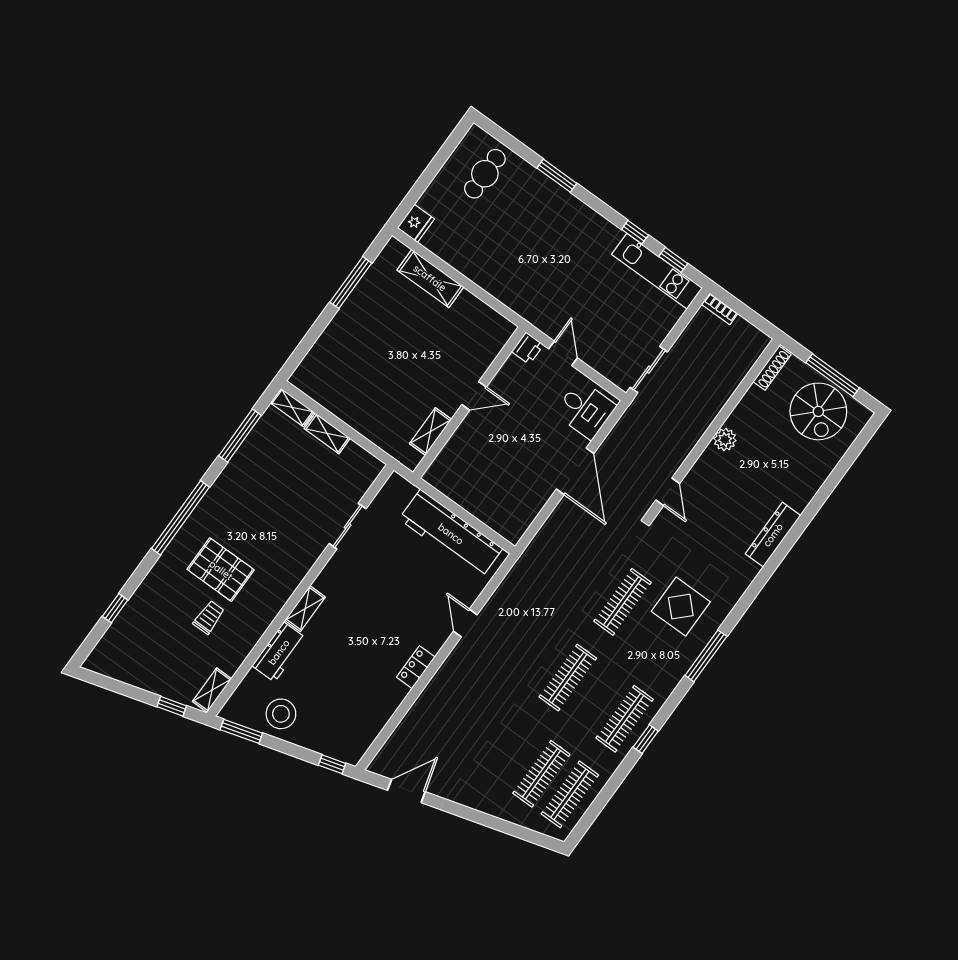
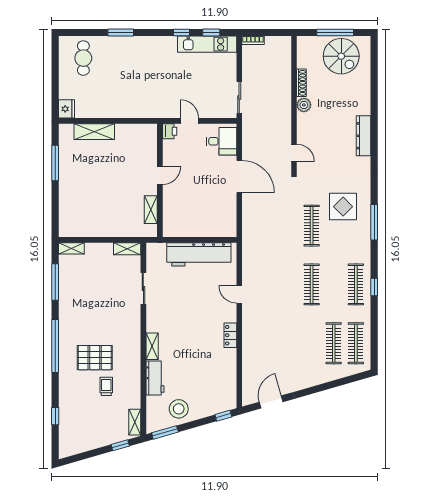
shoe rack: (772, 368) -> (301, 83), moved
shelving: (327, 433) -> (127, 249), moved

